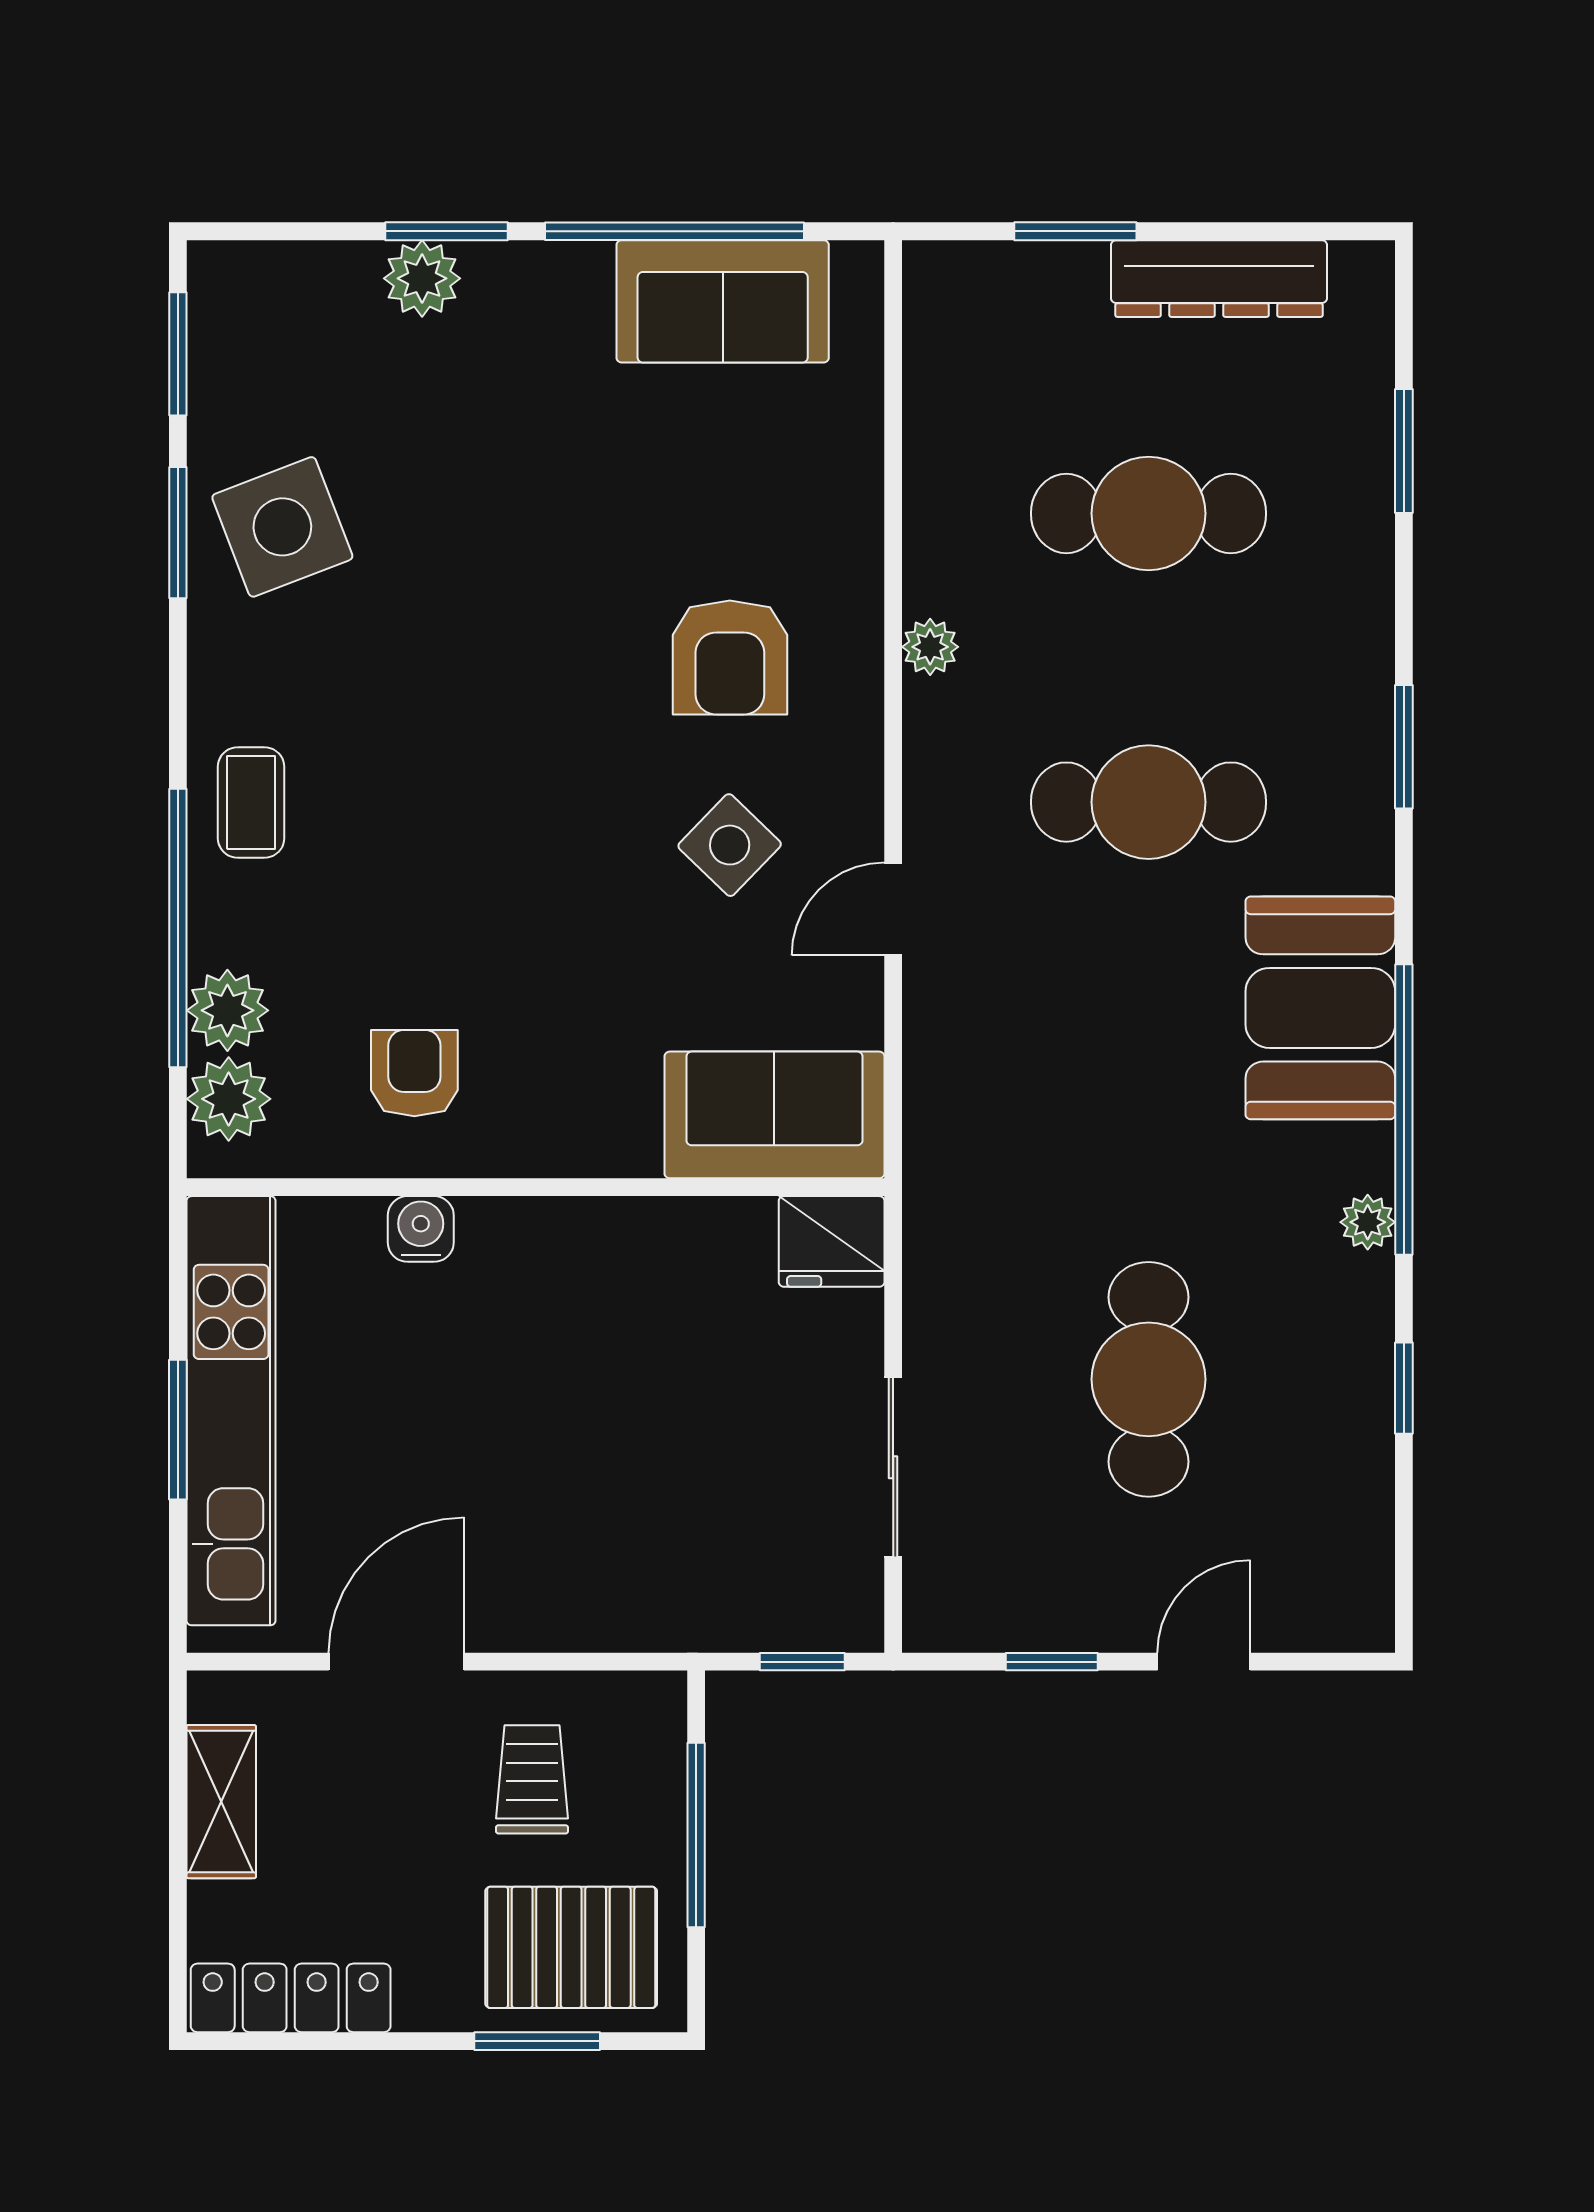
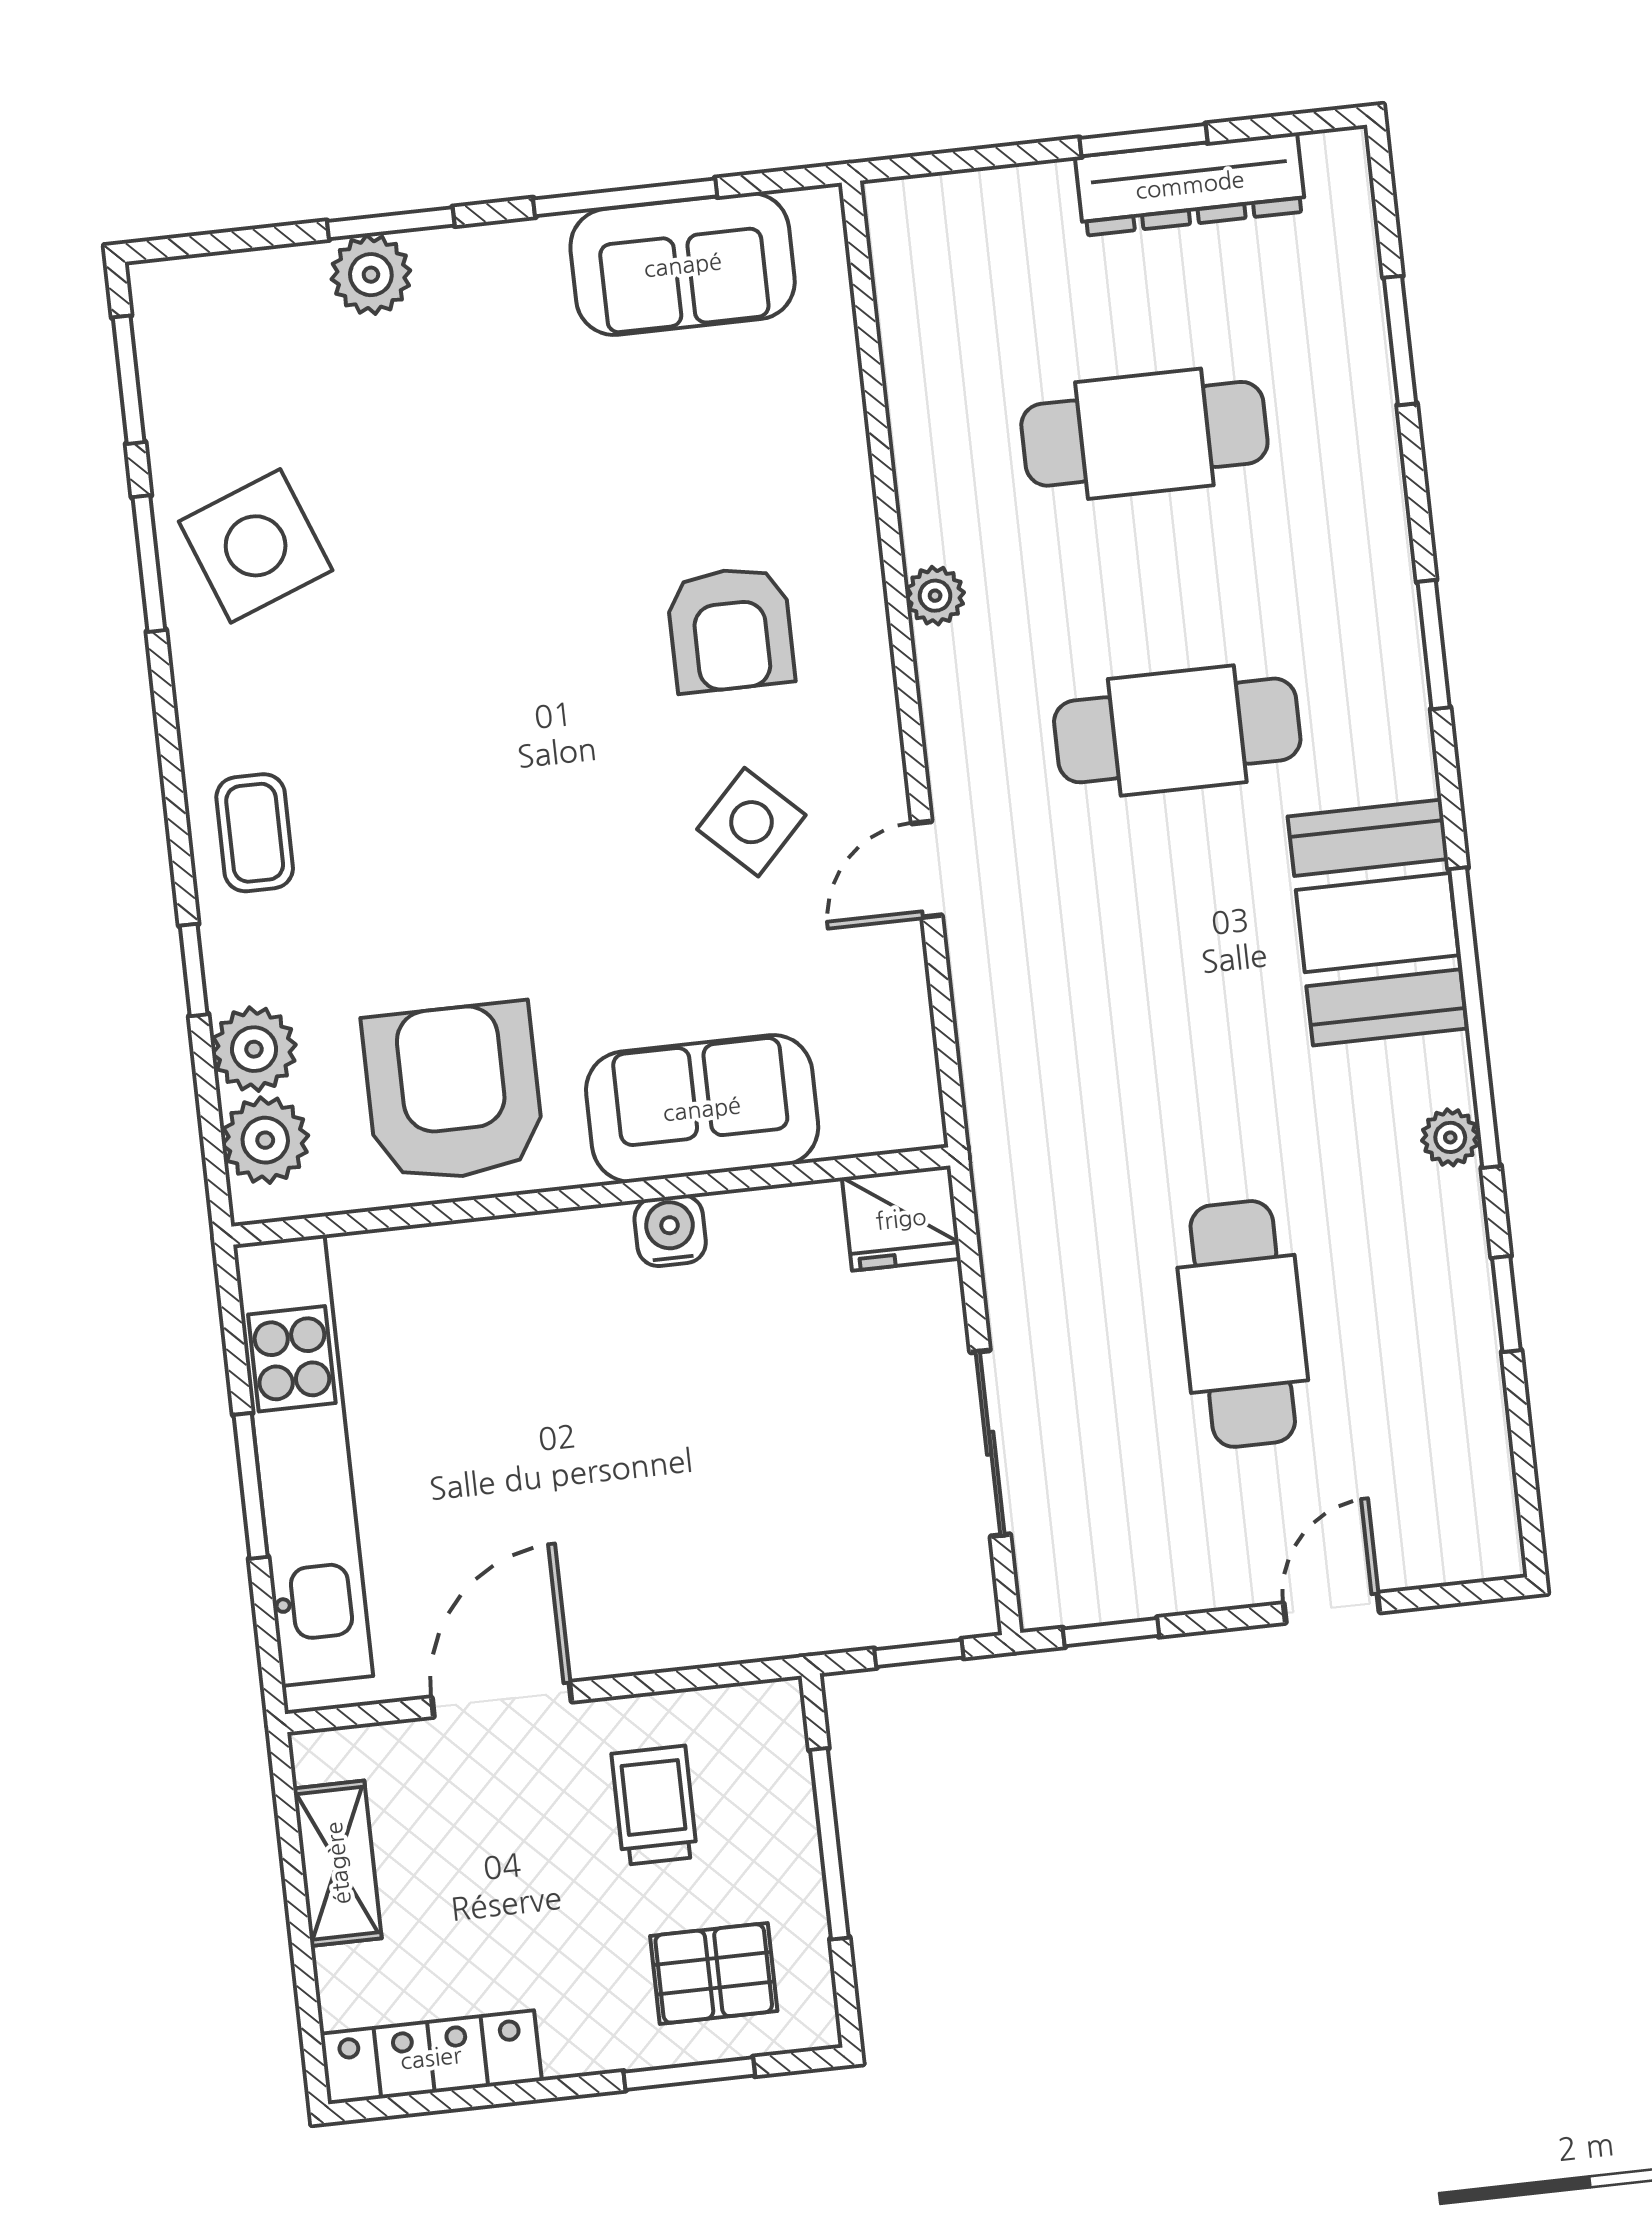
window: (675, 231) -> (625, 197), width x0.68
window: (1075, 231) -> (1143, 140), moved
window: (178, 928) -> (194, 970), width x0.32
armchair: (414, 1073) -> (453, 1092), width x1.88, depth x1.88
sofa: (774, 1115) -> (702, 1108), moved
water cooler: (421, 1229) -> (670, 1231), moved
window: (1052, 1662) -> (1111, 1632), moved
pallet: (571, 1947) -> (714, 1973), width x0.67, depth x0.71

